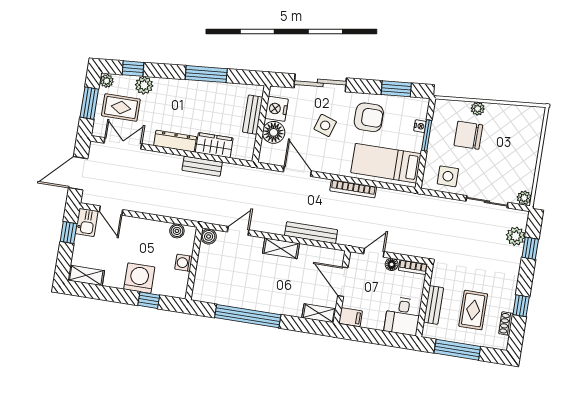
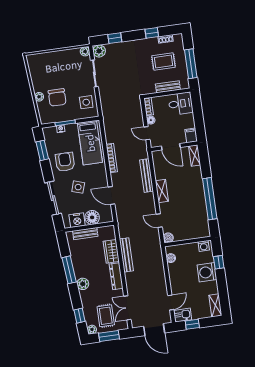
plant: (144, 85) -> (83, 284), moved
bench: (202, 166) -> (126, 255), width x1.36
door: (297, 171) -> (112, 195), hinge flipped
plant: (516, 236) -> (99, 51), moved
washing machine: (184, 263) -> (204, 246), moved
door: (343, 282) -> (171, 147), hinge flipped

